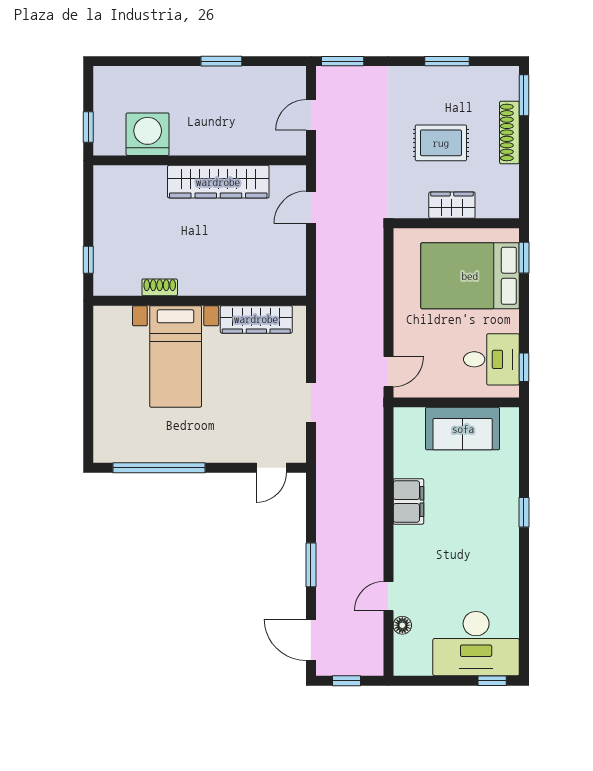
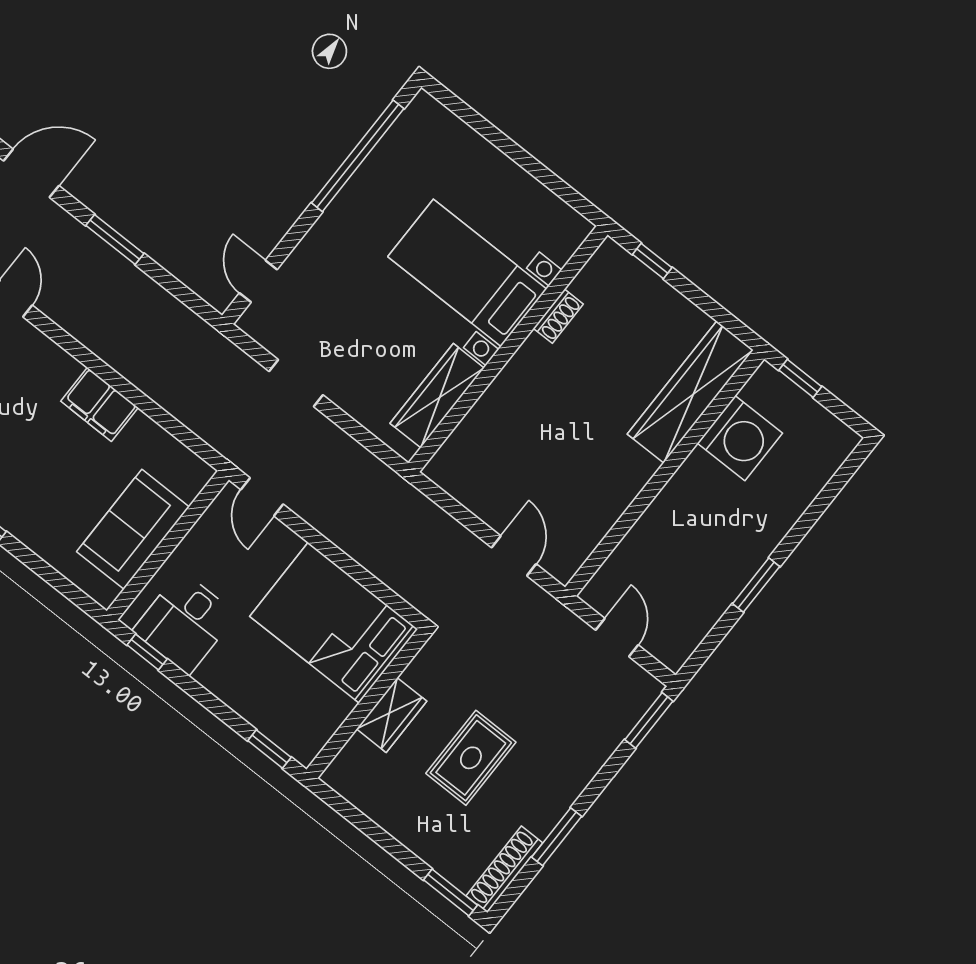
shoe rack: (509, 132) -> (504, 869), moved, turned -90
wardrobe: (218, 182) -> (690, 392), moved
bed: (470, 276) -> (334, 623), moved, turned -90

